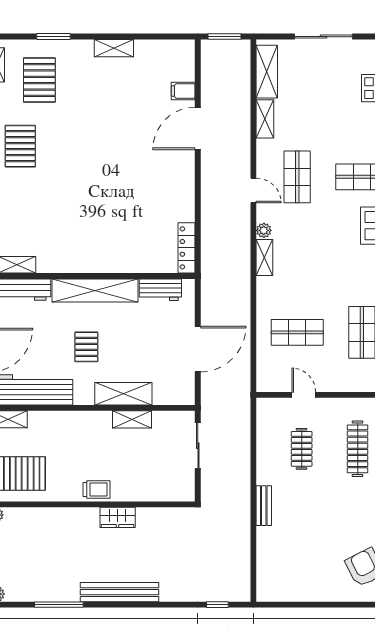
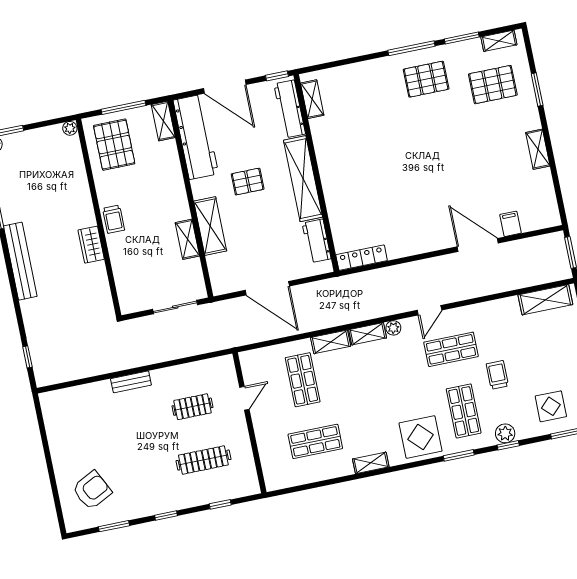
shelving: (265, 119) -> (331, 342), moved
trolley: (333, 135) -> (497, 375), added

